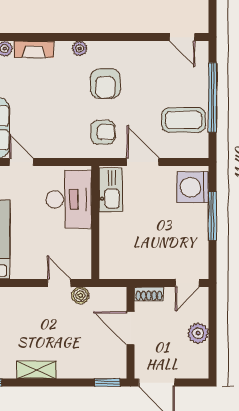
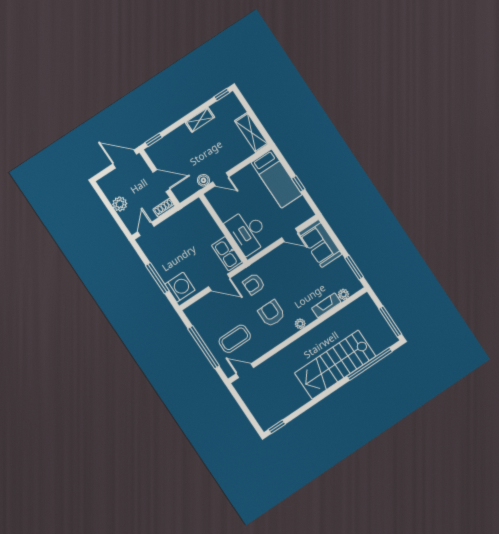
coffee table: (184, 120) -> (235, 339), moved

